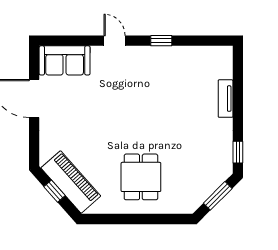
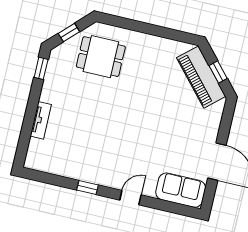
door: (115, 41) -> (130, 198), swing flipped
dining table: (141, 177) -> (101, 57), moved, turned 90
window: (218, 196) -> (69, 33), width x0.67

